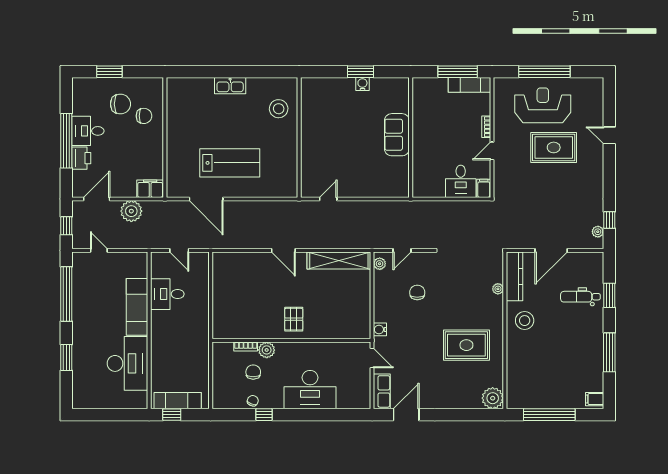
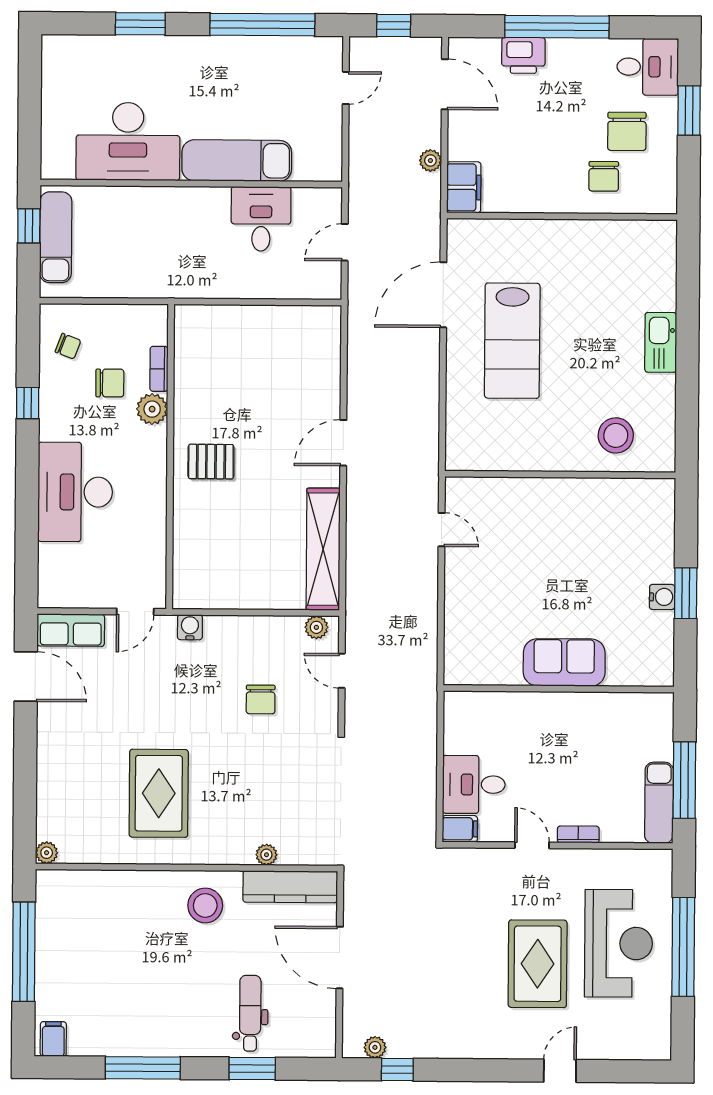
desk: (88, 131) -> (648, 67), moved, turned 90
plant: (131, 211) -> (430, 161), width x0.53, depth x0.53
chair: (417, 292) -> (261, 699), turned 90
plant: (493, 398) -> (47, 853), width x0.53, depth x0.53
chair: (253, 401) -> (68, 346), moved

